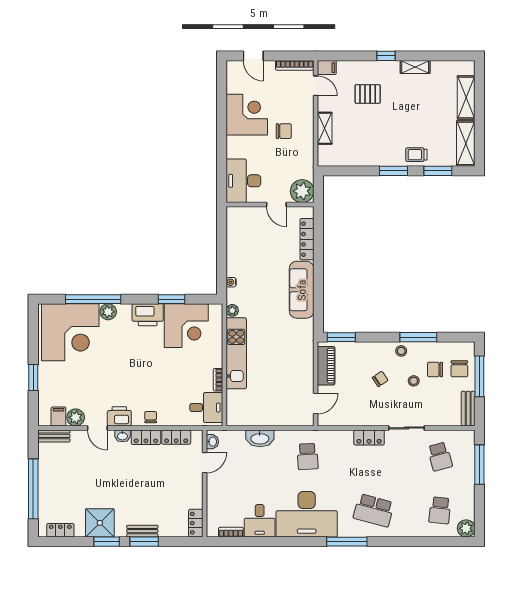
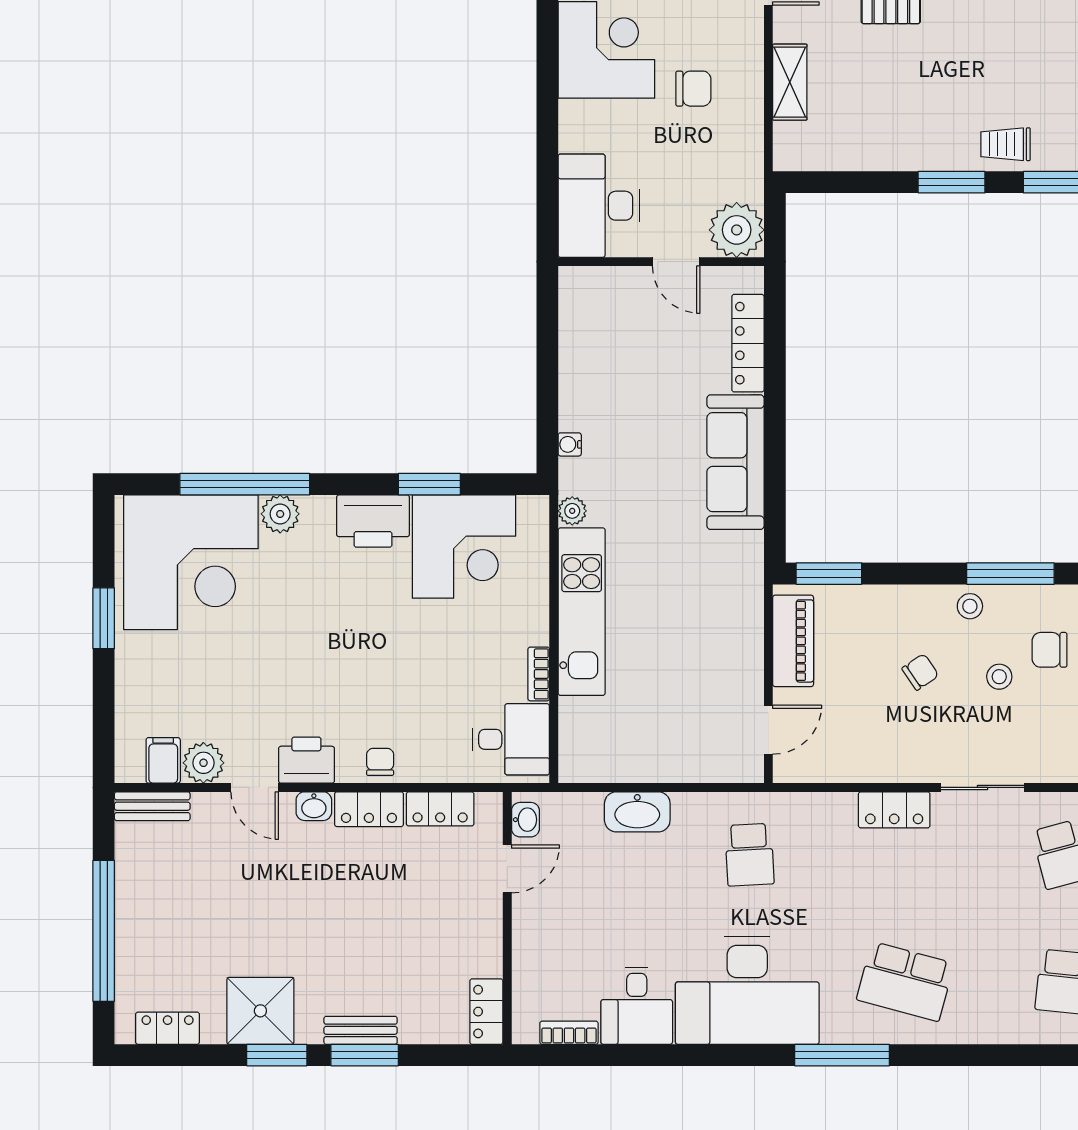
window: (33, 378) -> (104, 618), moved

